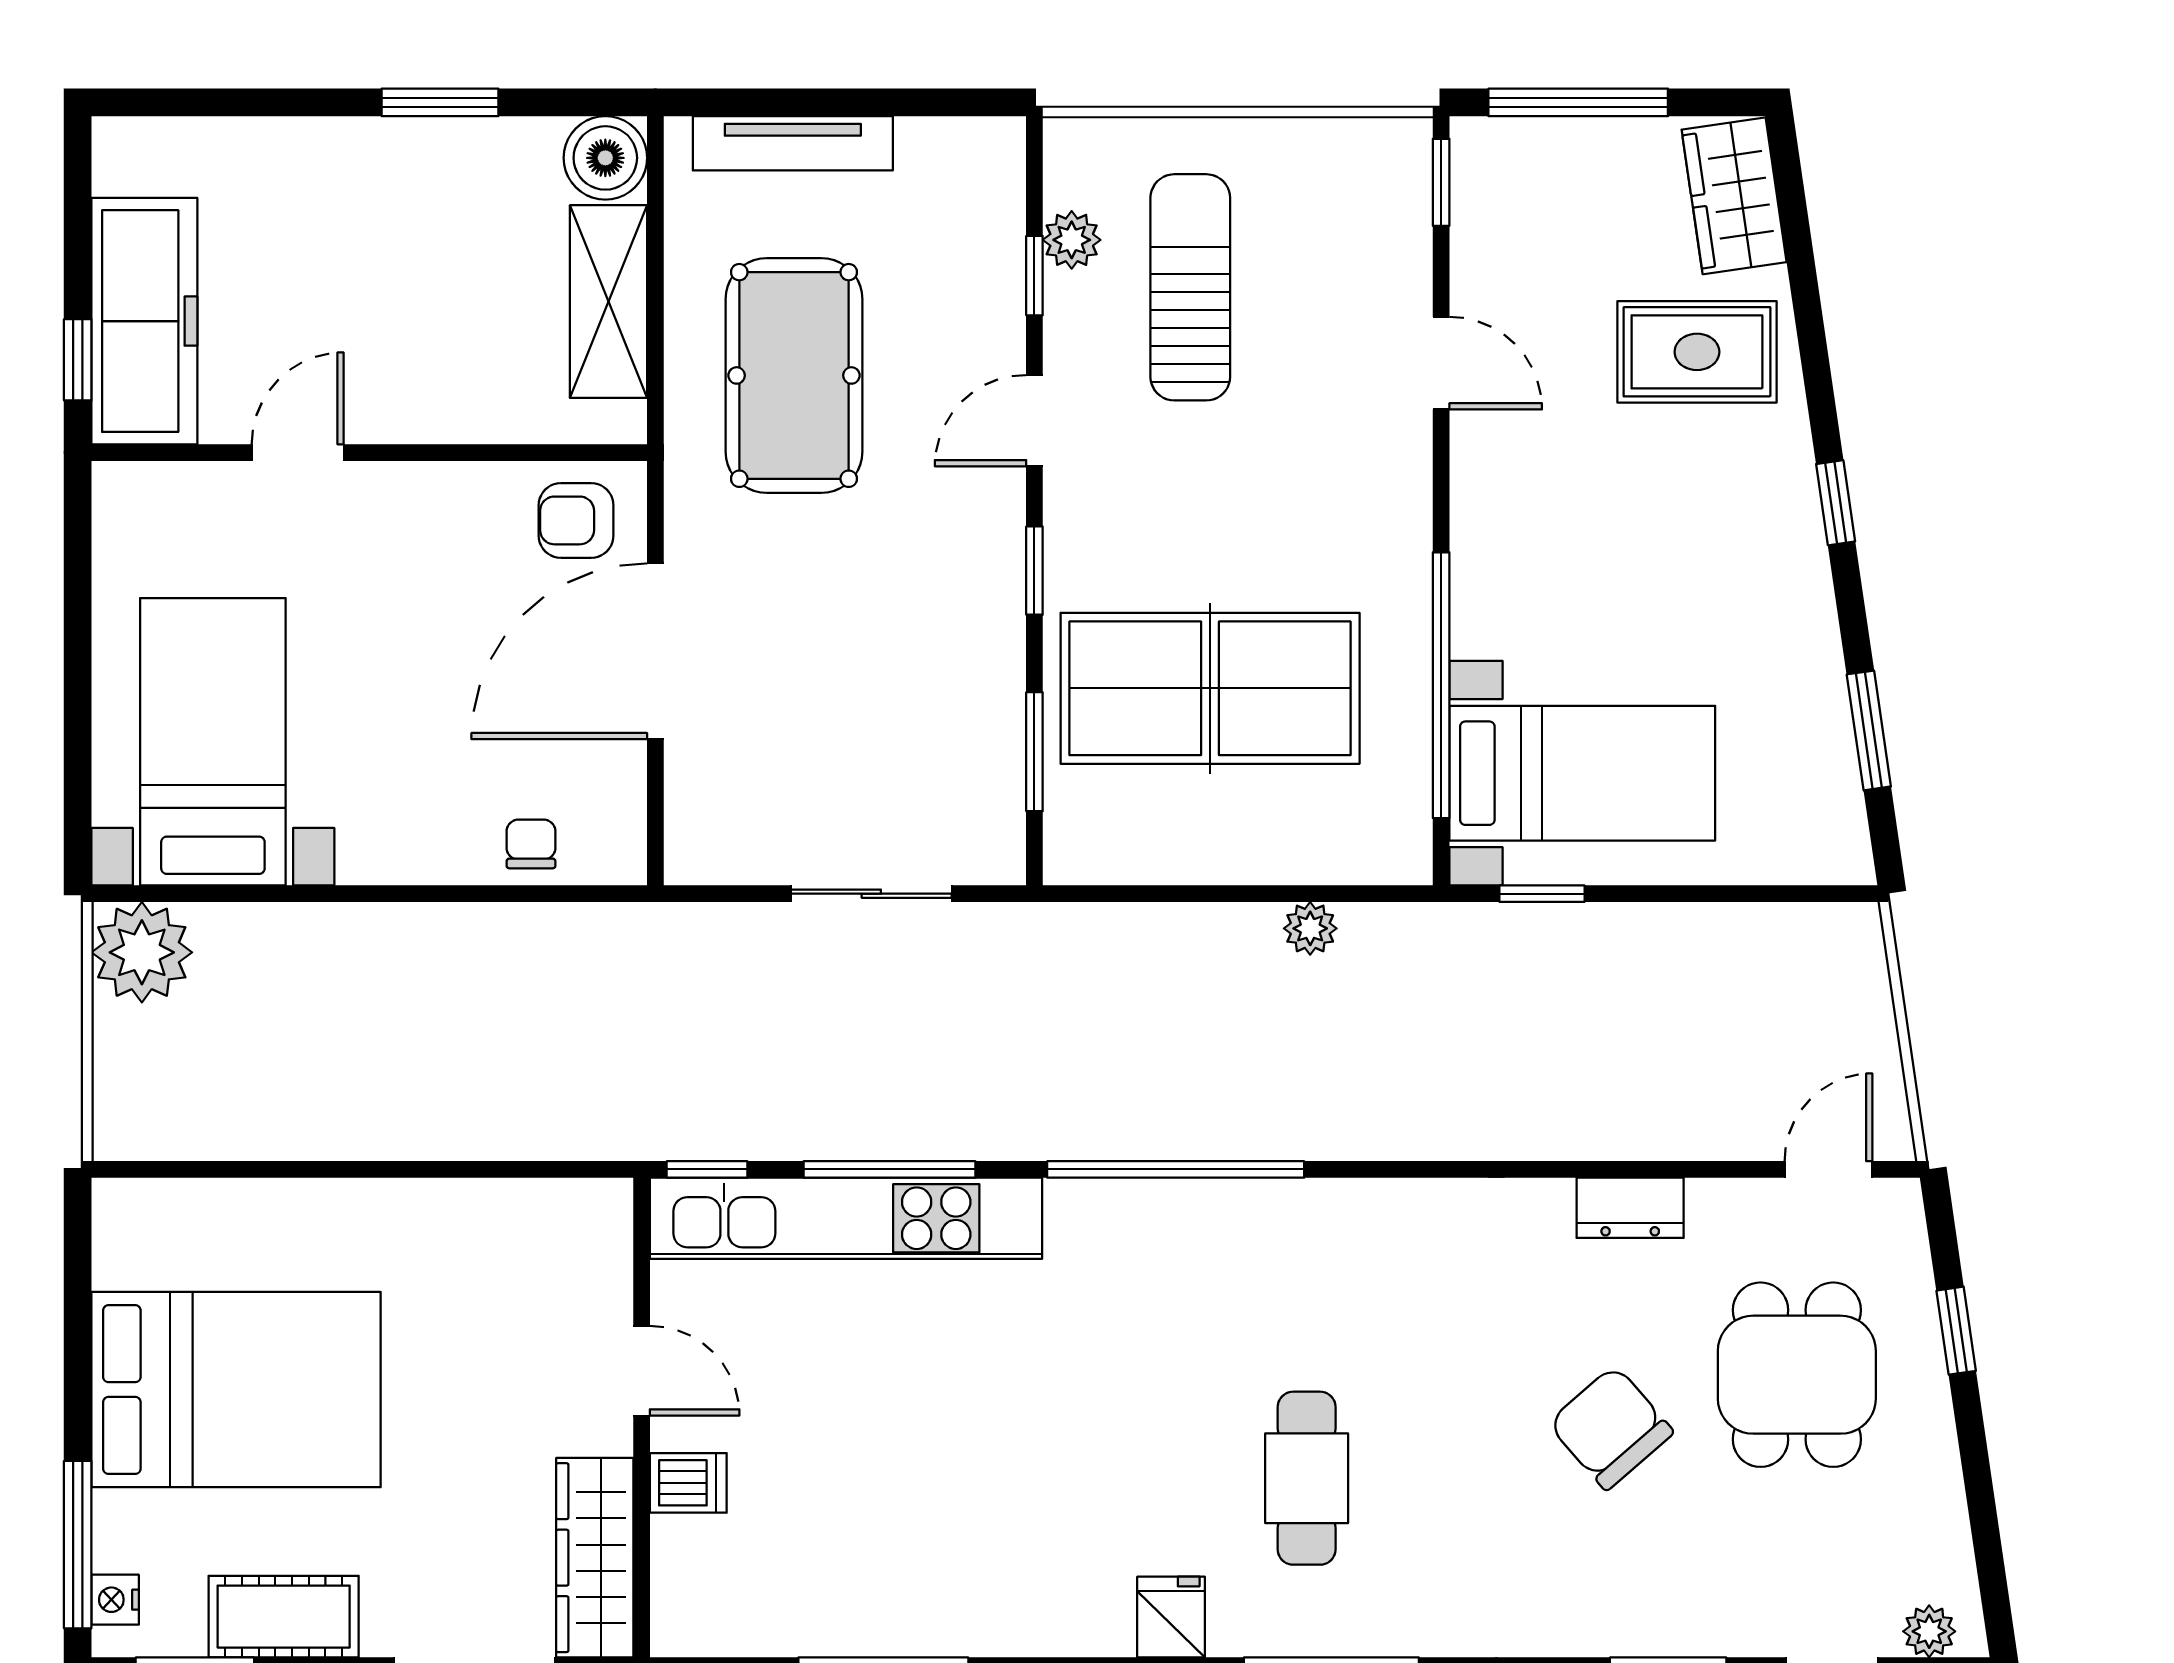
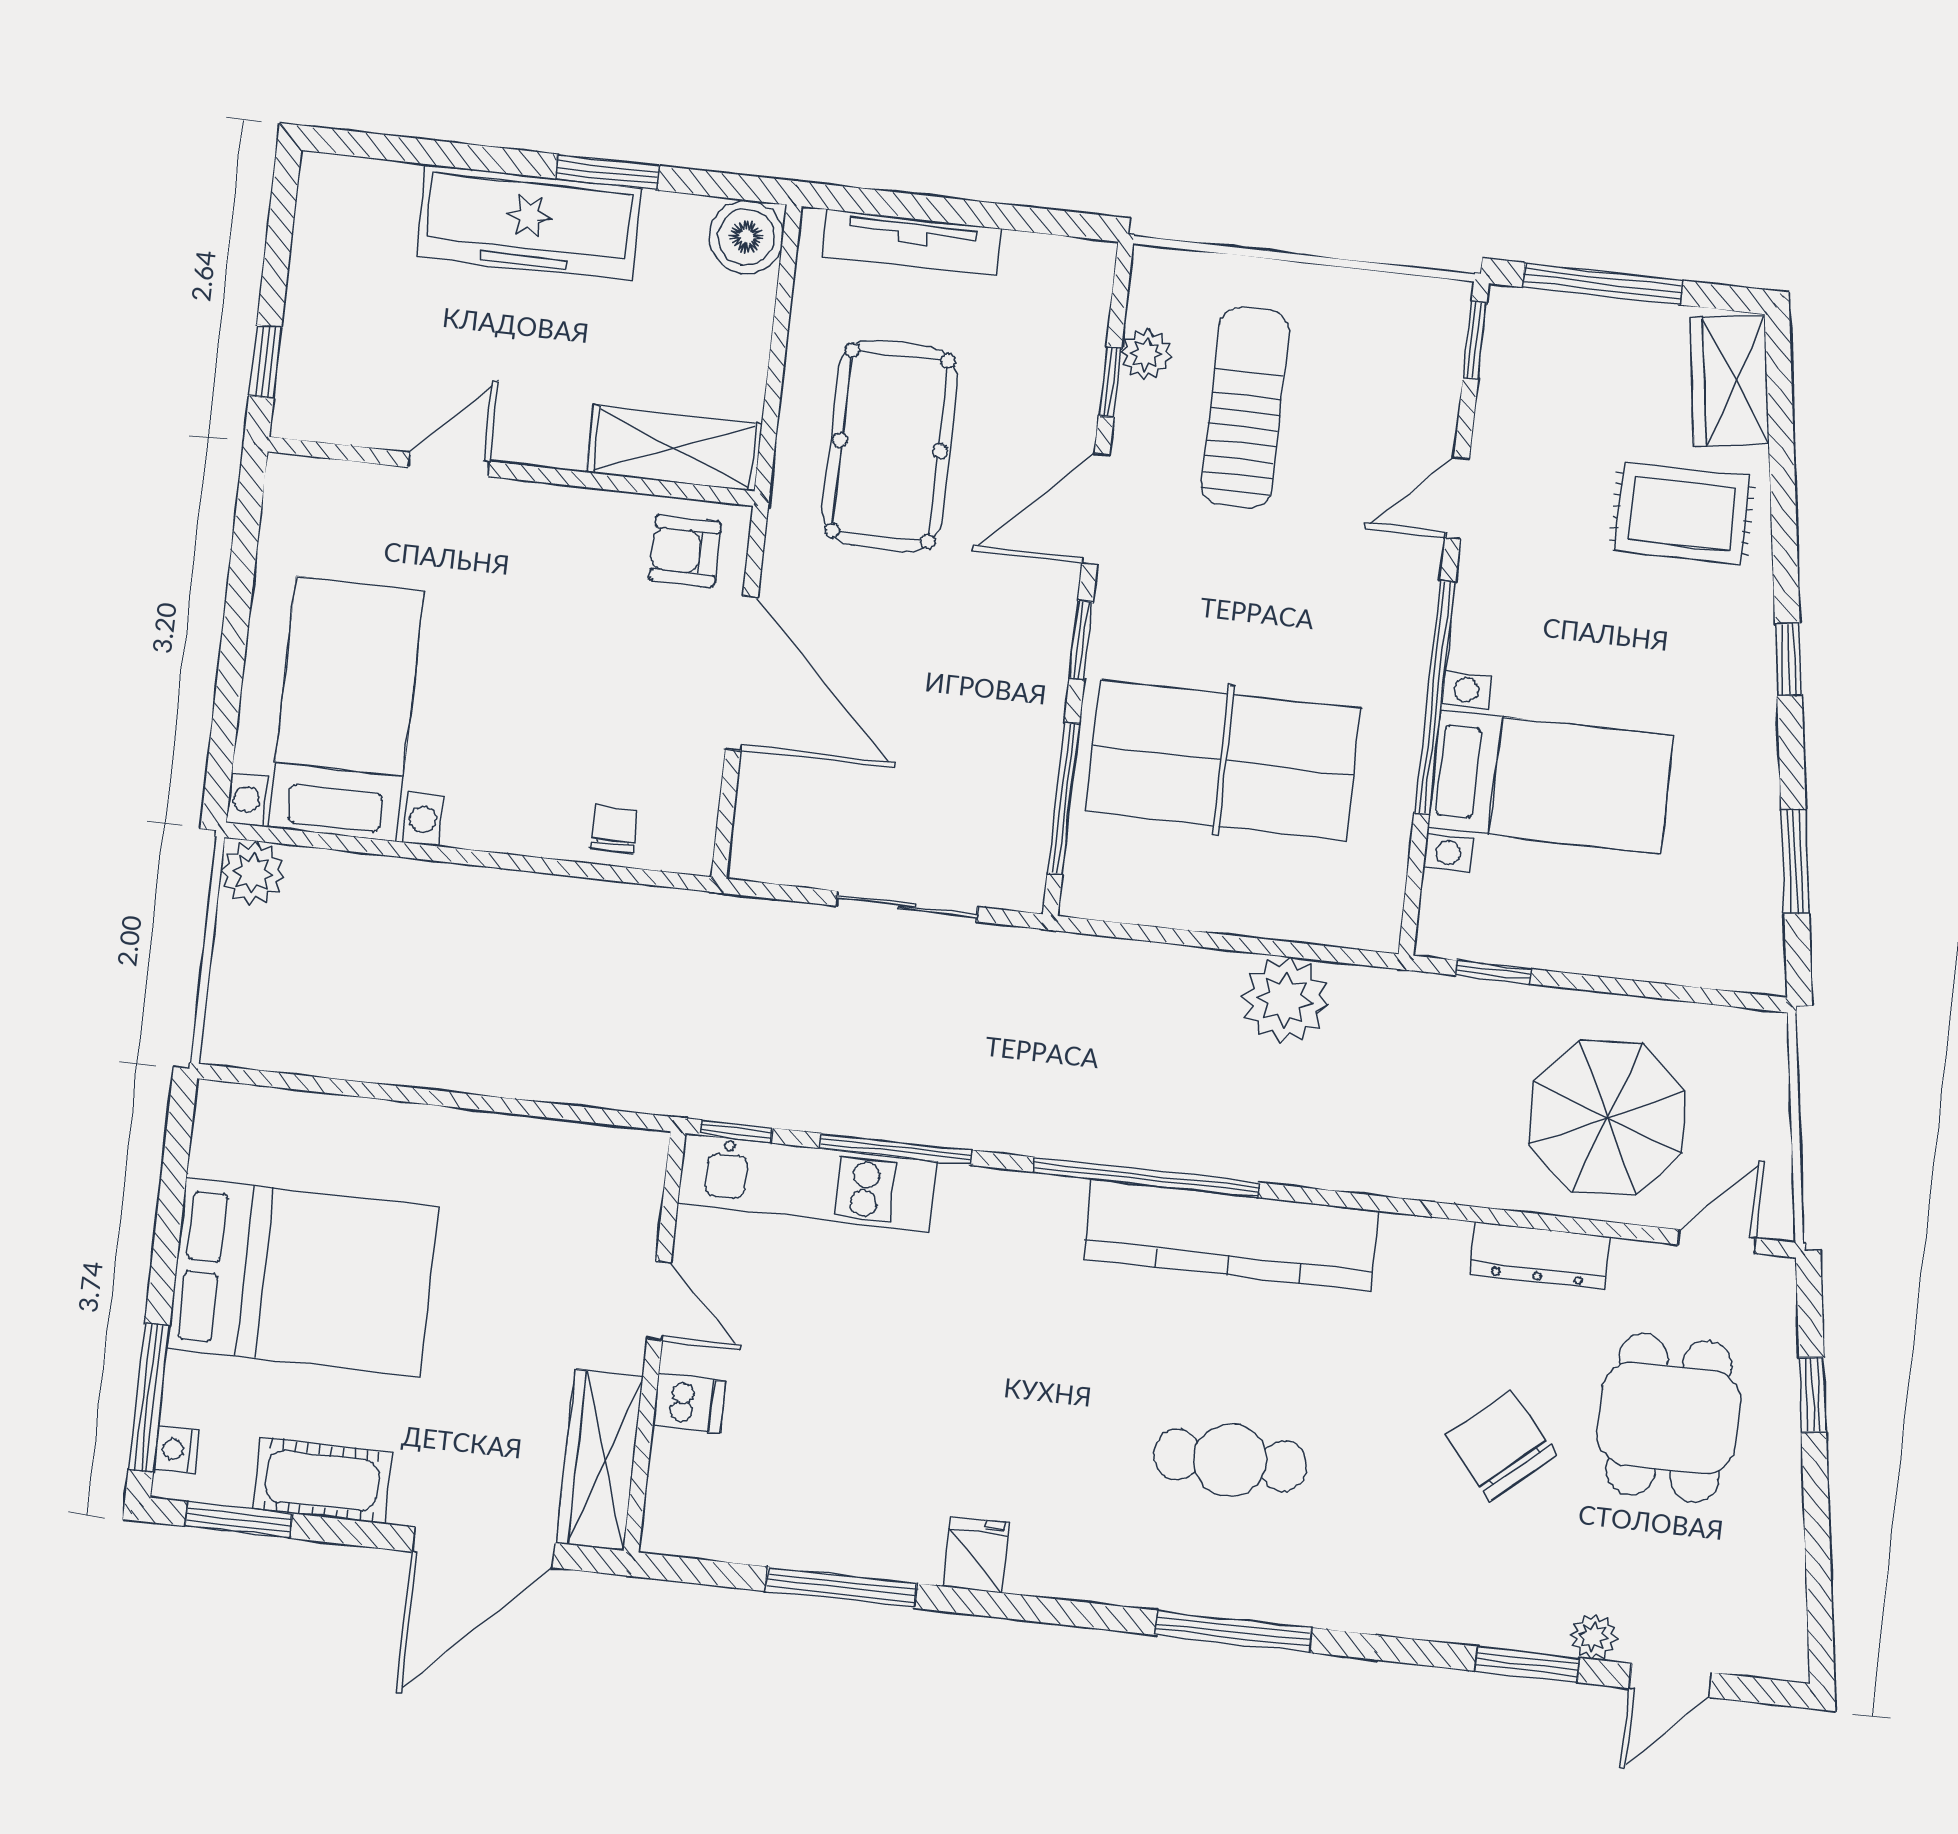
shelving: (609, 302) -> (674, 448), moved, turned 90
freezer: (144, 321) -> (528, 222), moved, turned 90
door: (1441, 363) -> (1457, 498), swing flipped
door: (1034, 421) -> (1096, 509), width x1.38
door: (655, 651) -> (742, 673), swing flipped
window: (1441, 685) -> (1435, 698), moved
window: (1034, 752) -> (1063, 798), width x1.44
bed with nightstands: (1582, 773) -> (1550, 782), moved
plant: (1310, 928) -> (1285, 1000), width x1.88, depth x1.88
plant: (142, 952) -> (253, 873), width x0.73, depth x0.73
parasol: (1689, 1044) -> (1607, 1118), added
dresser: (1630, 1208) -> (1540, 1255), width x1.44
kitchen unit: (846, 1218) -> (807, 1183), width x0.73
kitchen counter: (1279, 1224) -> (1231, 1235), added
cafe table: (1307, 1478) -> (1230, 1460), turned 90
fridge: (1171, 1617) -> (976, 1555), moved
plant: (1929, 1631) -> (1594, 1637), moved

